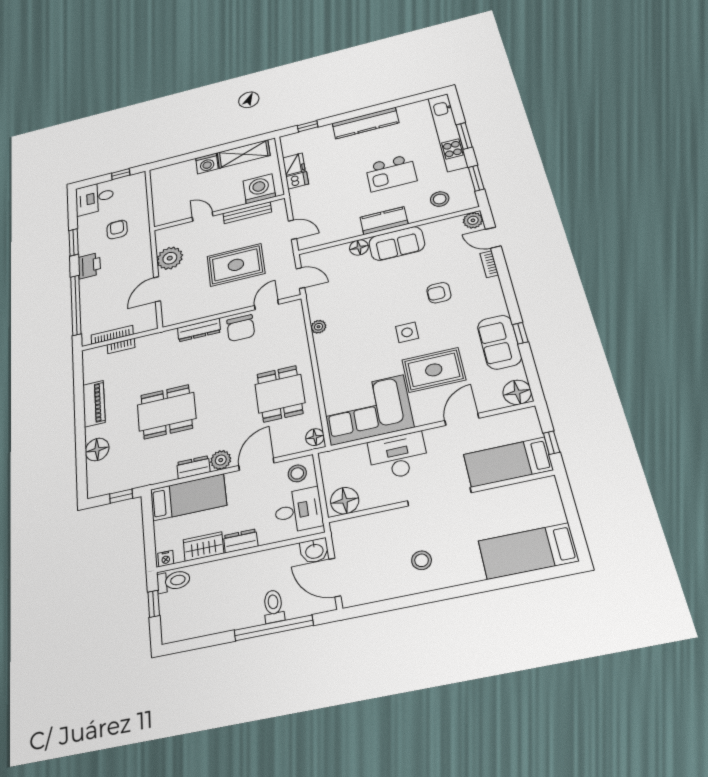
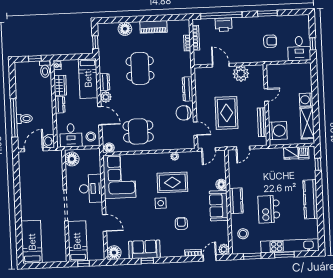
dishwasher: (297, 180) -> (304, 153), moved
desk: (95, 198) -> (299, 48), moved, turned 180
printer: (89, 266) -> (224, 25), moved
rug: (434, 370) -> (172, 182), moved, turned 90
stool: (422, 560) -> (35, 192), removed

